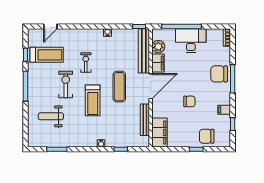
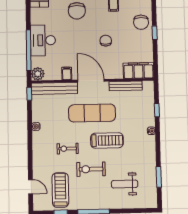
plant: (158, 47) -> (38, 74), moved
filing cabinet: (158, 63) -> (67, 73), width x0.50
exercise mat: (119, 87) -> (92, 113), width x1.36, depth x1.45
weight bench: (51, 116) -> (125, 184), turned 90

